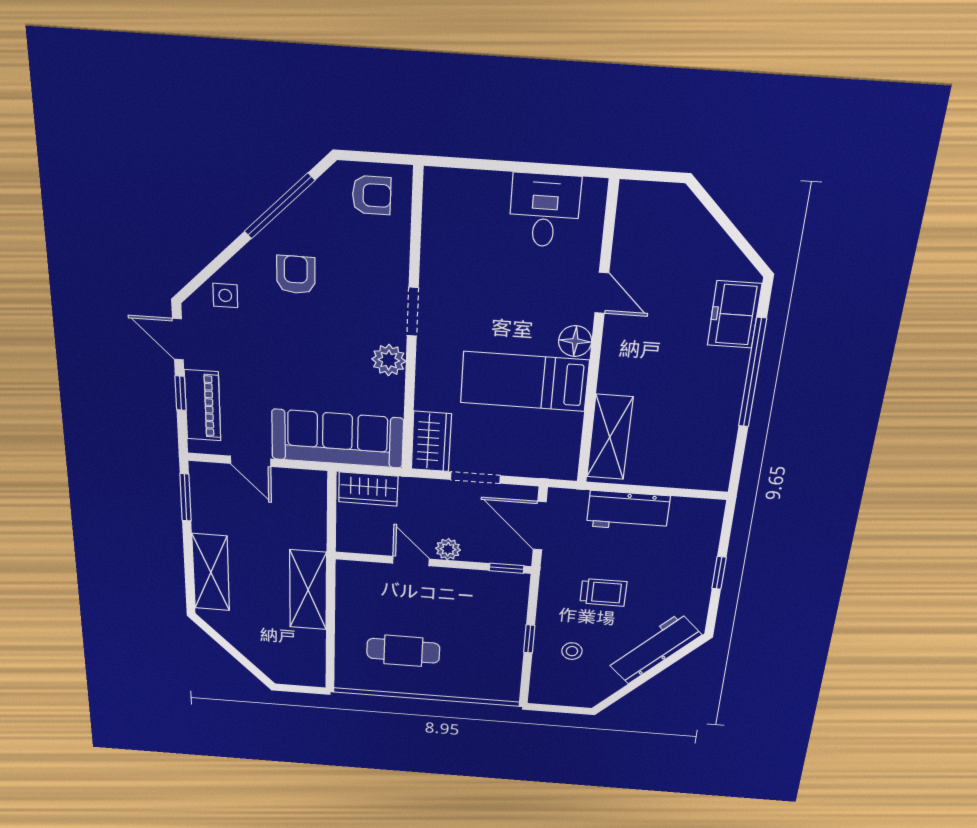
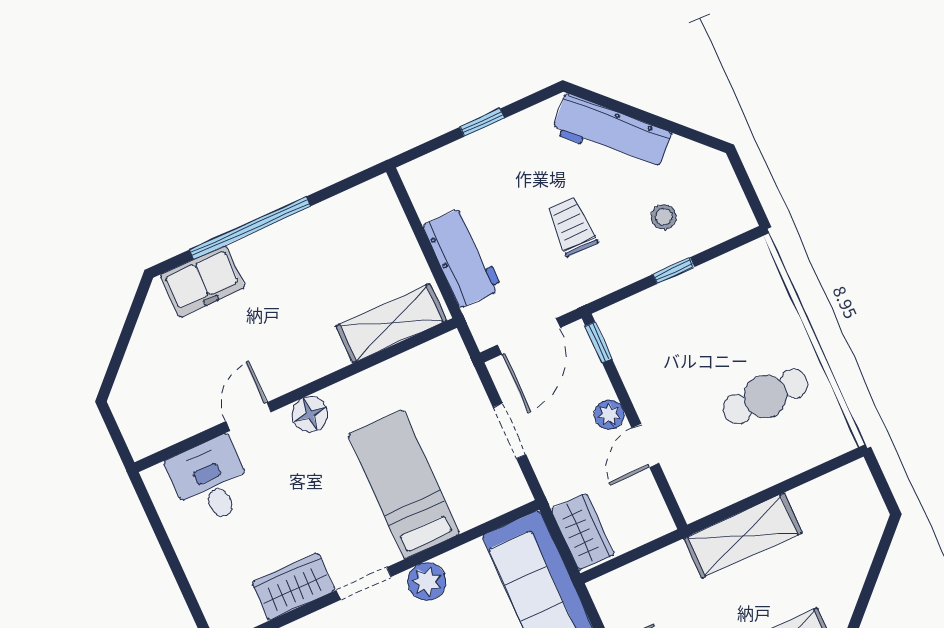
desk: (545, 210) -> (211, 481), moved, turned 90
bed: (525, 381) -> (404, 484), moved, turned 180
wardrobe: (431, 441) -> (293, 586), moved
cafe table: (403, 651) -> (765, 396), turned 90

